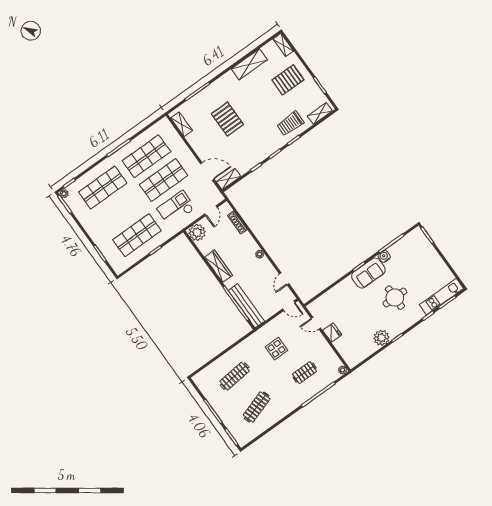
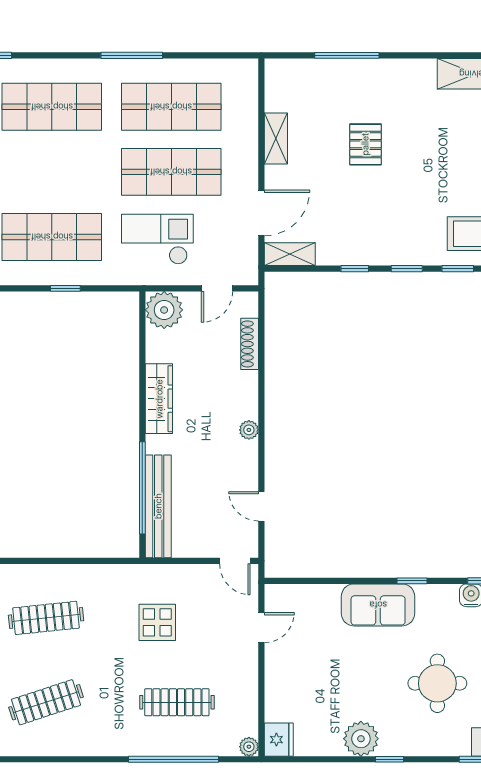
pallet: (227, 119) -> (365, 144), width x0.67, depth x0.71
shelving: (182, 124) -> (276, 139), moved
door: (207, 171) -> (261, 213), hinge flipped
sofa: (368, 273) -> (378, 605), moved
door: (284, 279) -> (261, 506), hinge flipped
door: (316, 323) -> (261, 628), swing flipped
fridge: (332, 333) -> (279, 740), moved
clothes rail: (305, 373) -> (177, 702), width x1.36

